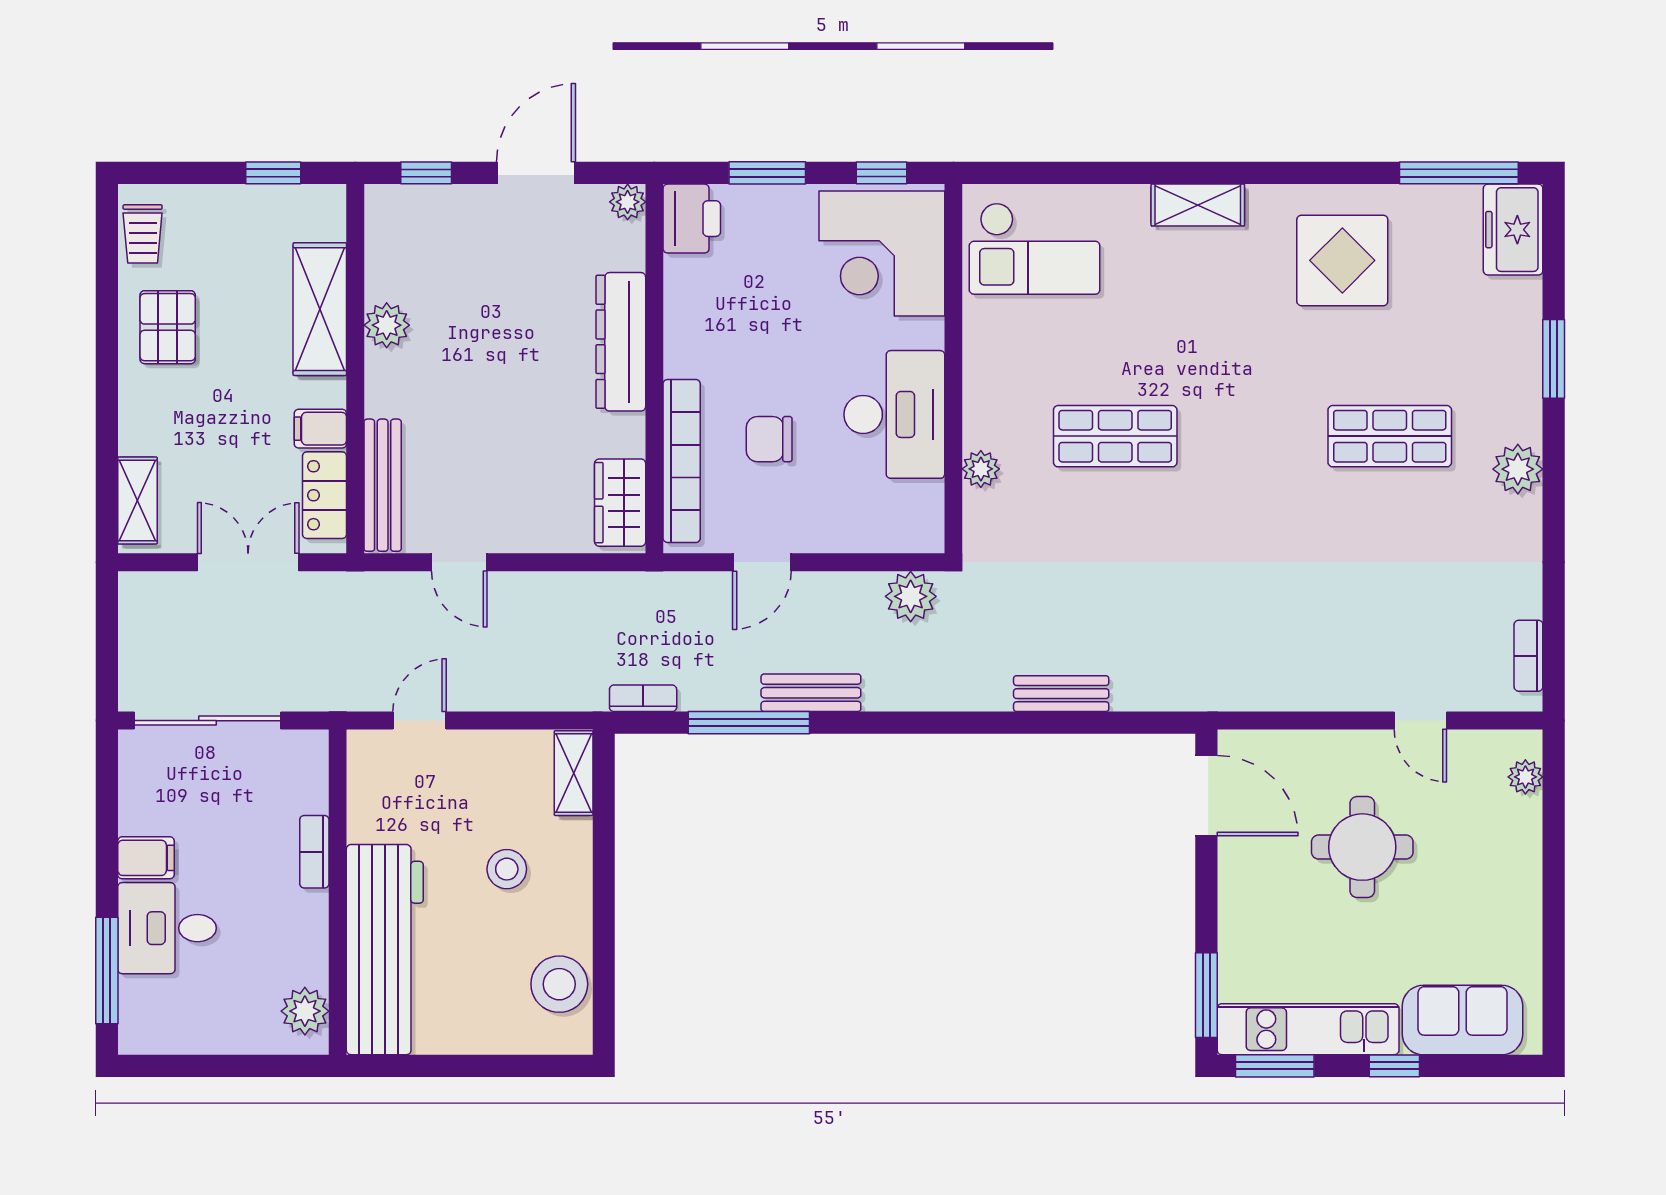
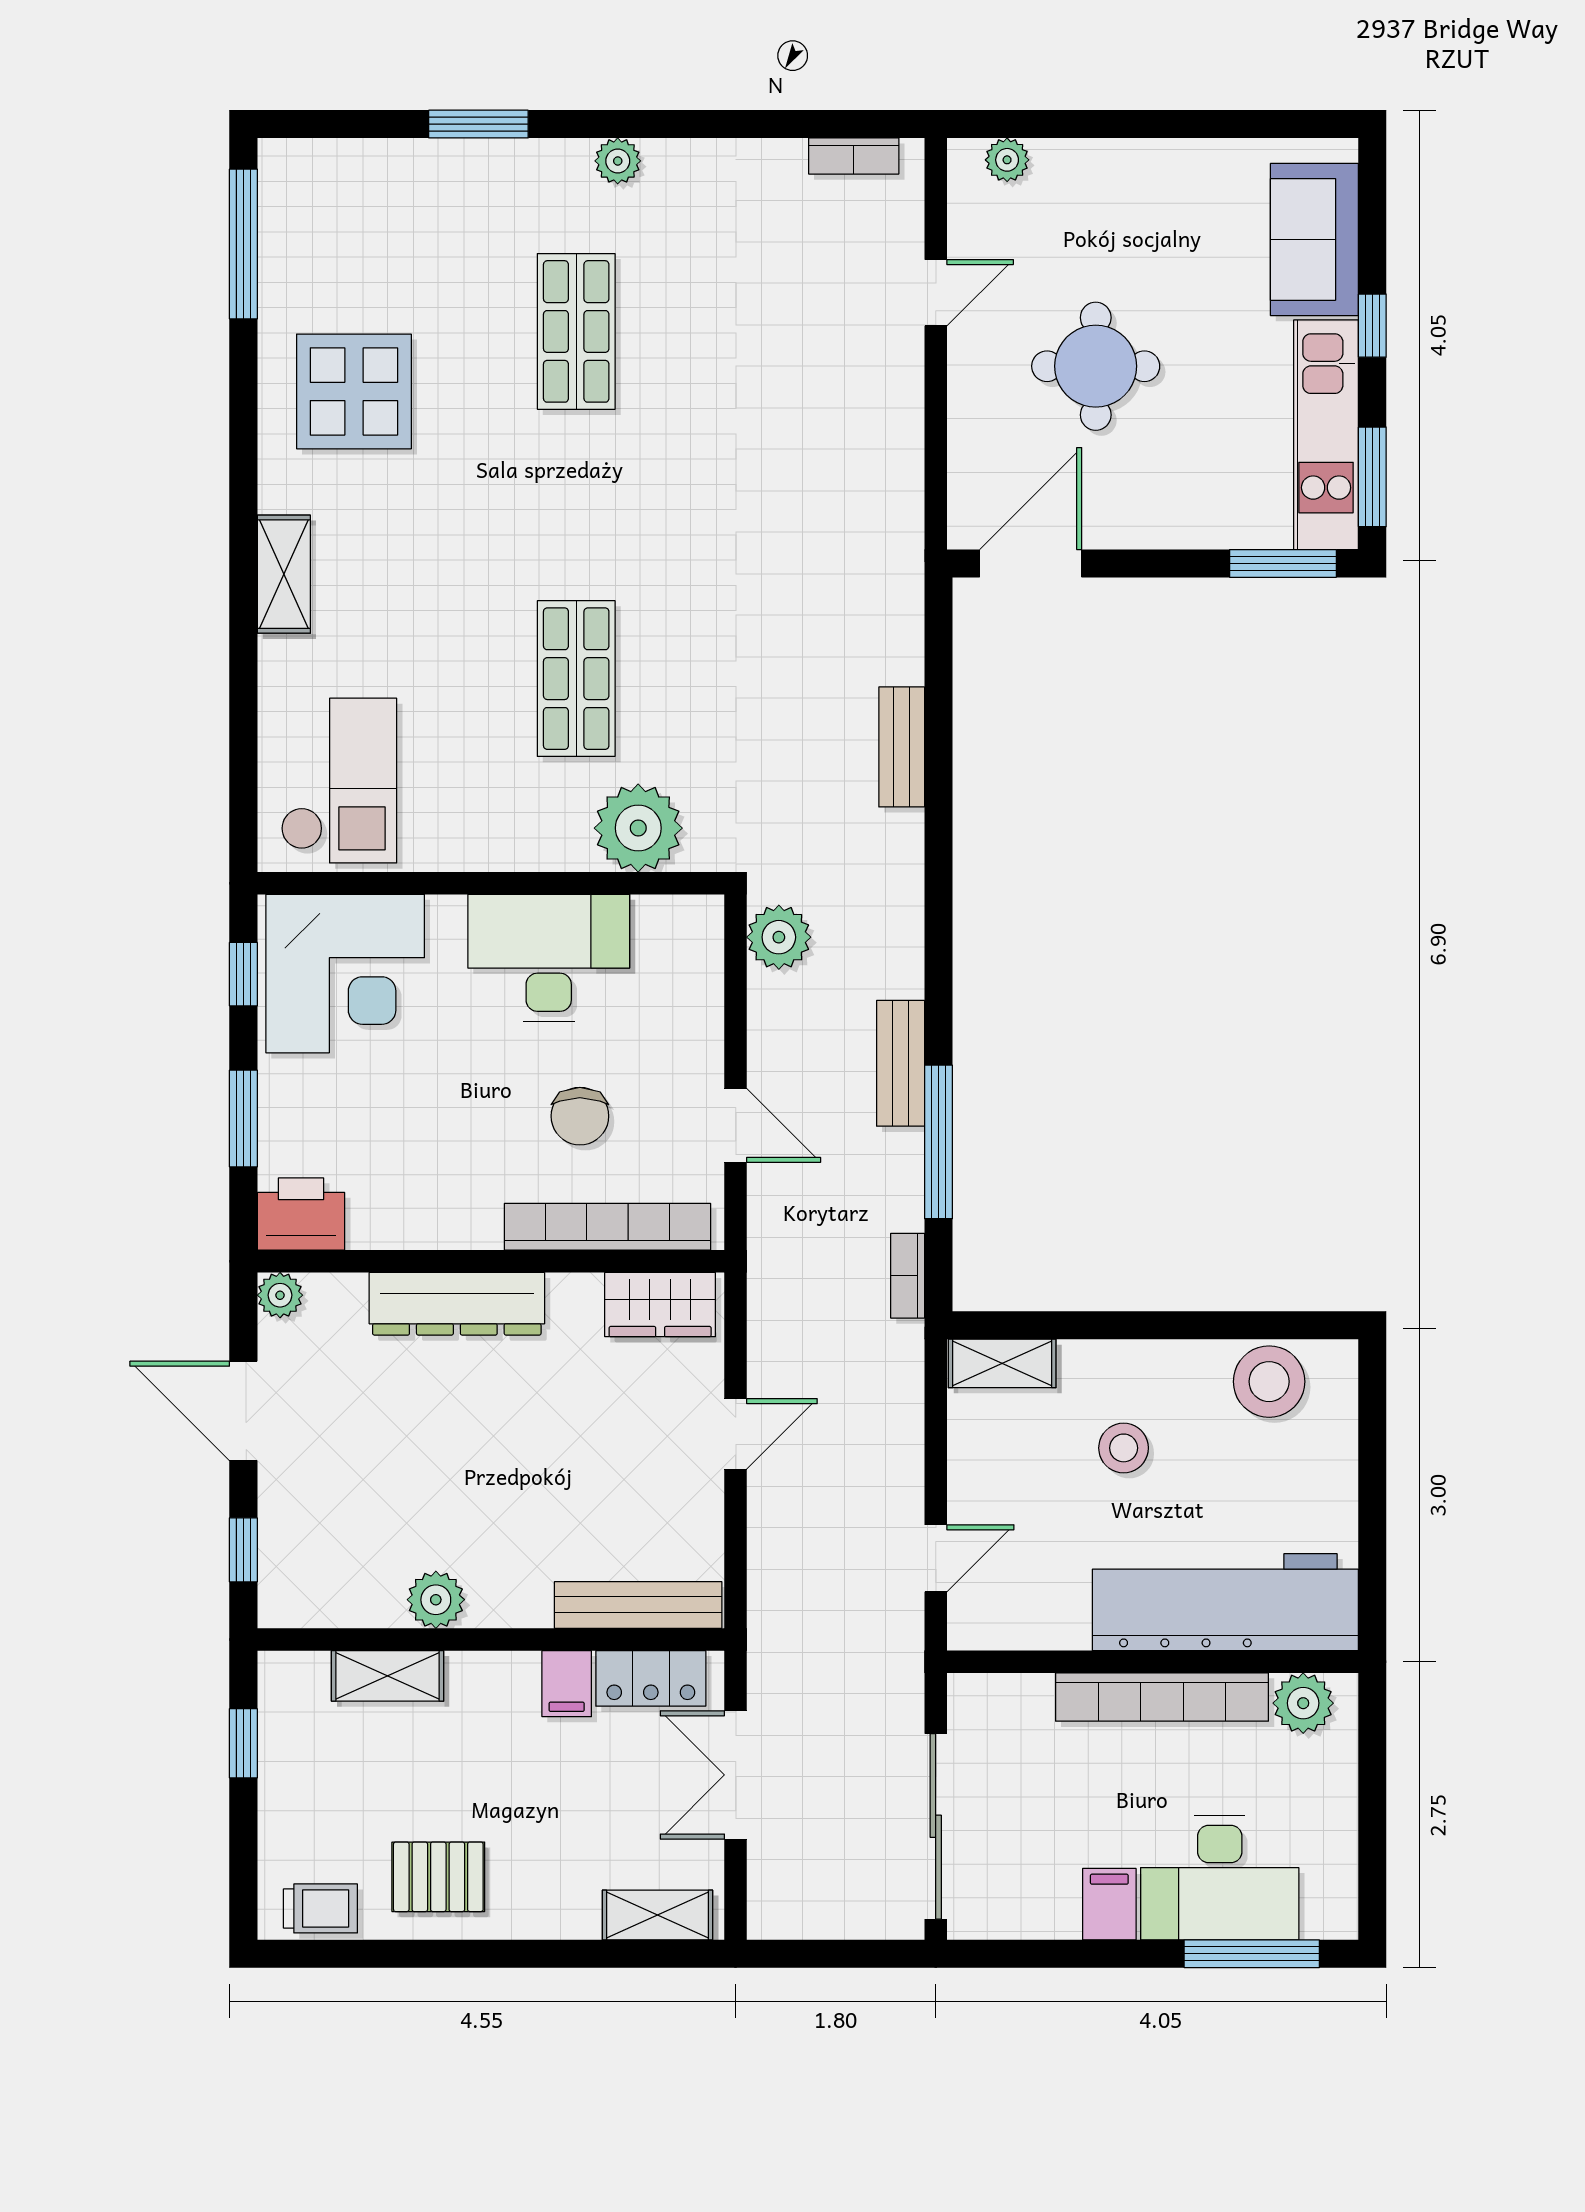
freezer: (1513, 230) -> (315, 175), removed
shelving: (320, 309) -> (388, 1676), width x0.67, depth x0.75
plant: (981, 469) -> (638, 828), width x1.87, depth x1.87
plant: (1518, 469) -> (618, 161), width x0.73, depth x0.73
door: (459, 562) -> (736, 1434), moved
door: (420, 721) -> (936, 1558), swing flipped
bookcase: (314, 852) -> (1162, 1697), width x2.31, depth x1.31
desk: (167, 928) -> (1220, 1878), width x1.37

